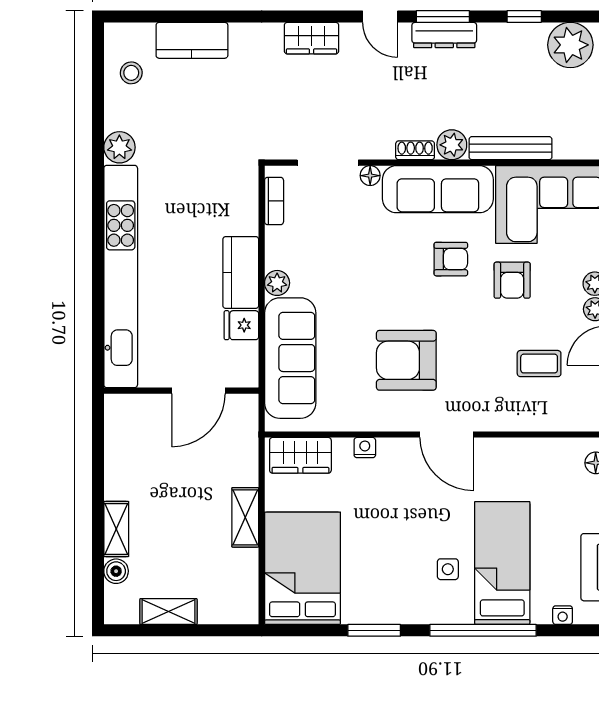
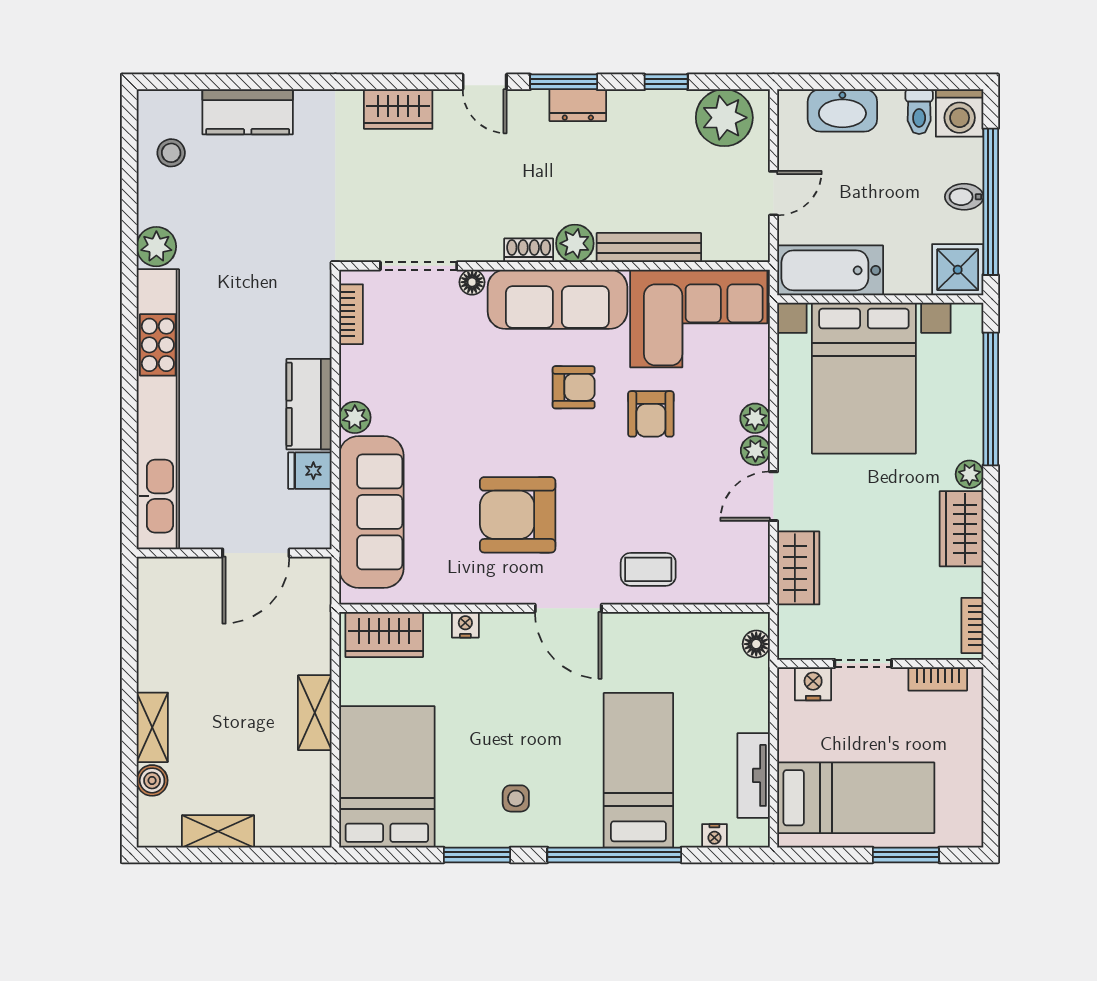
dresser: (444, 35) -> (578, 105), width x0.70
coffee table: (539, 364) -> (648, 569), moved
side table: (448, 569) -> (516, 798), moved

